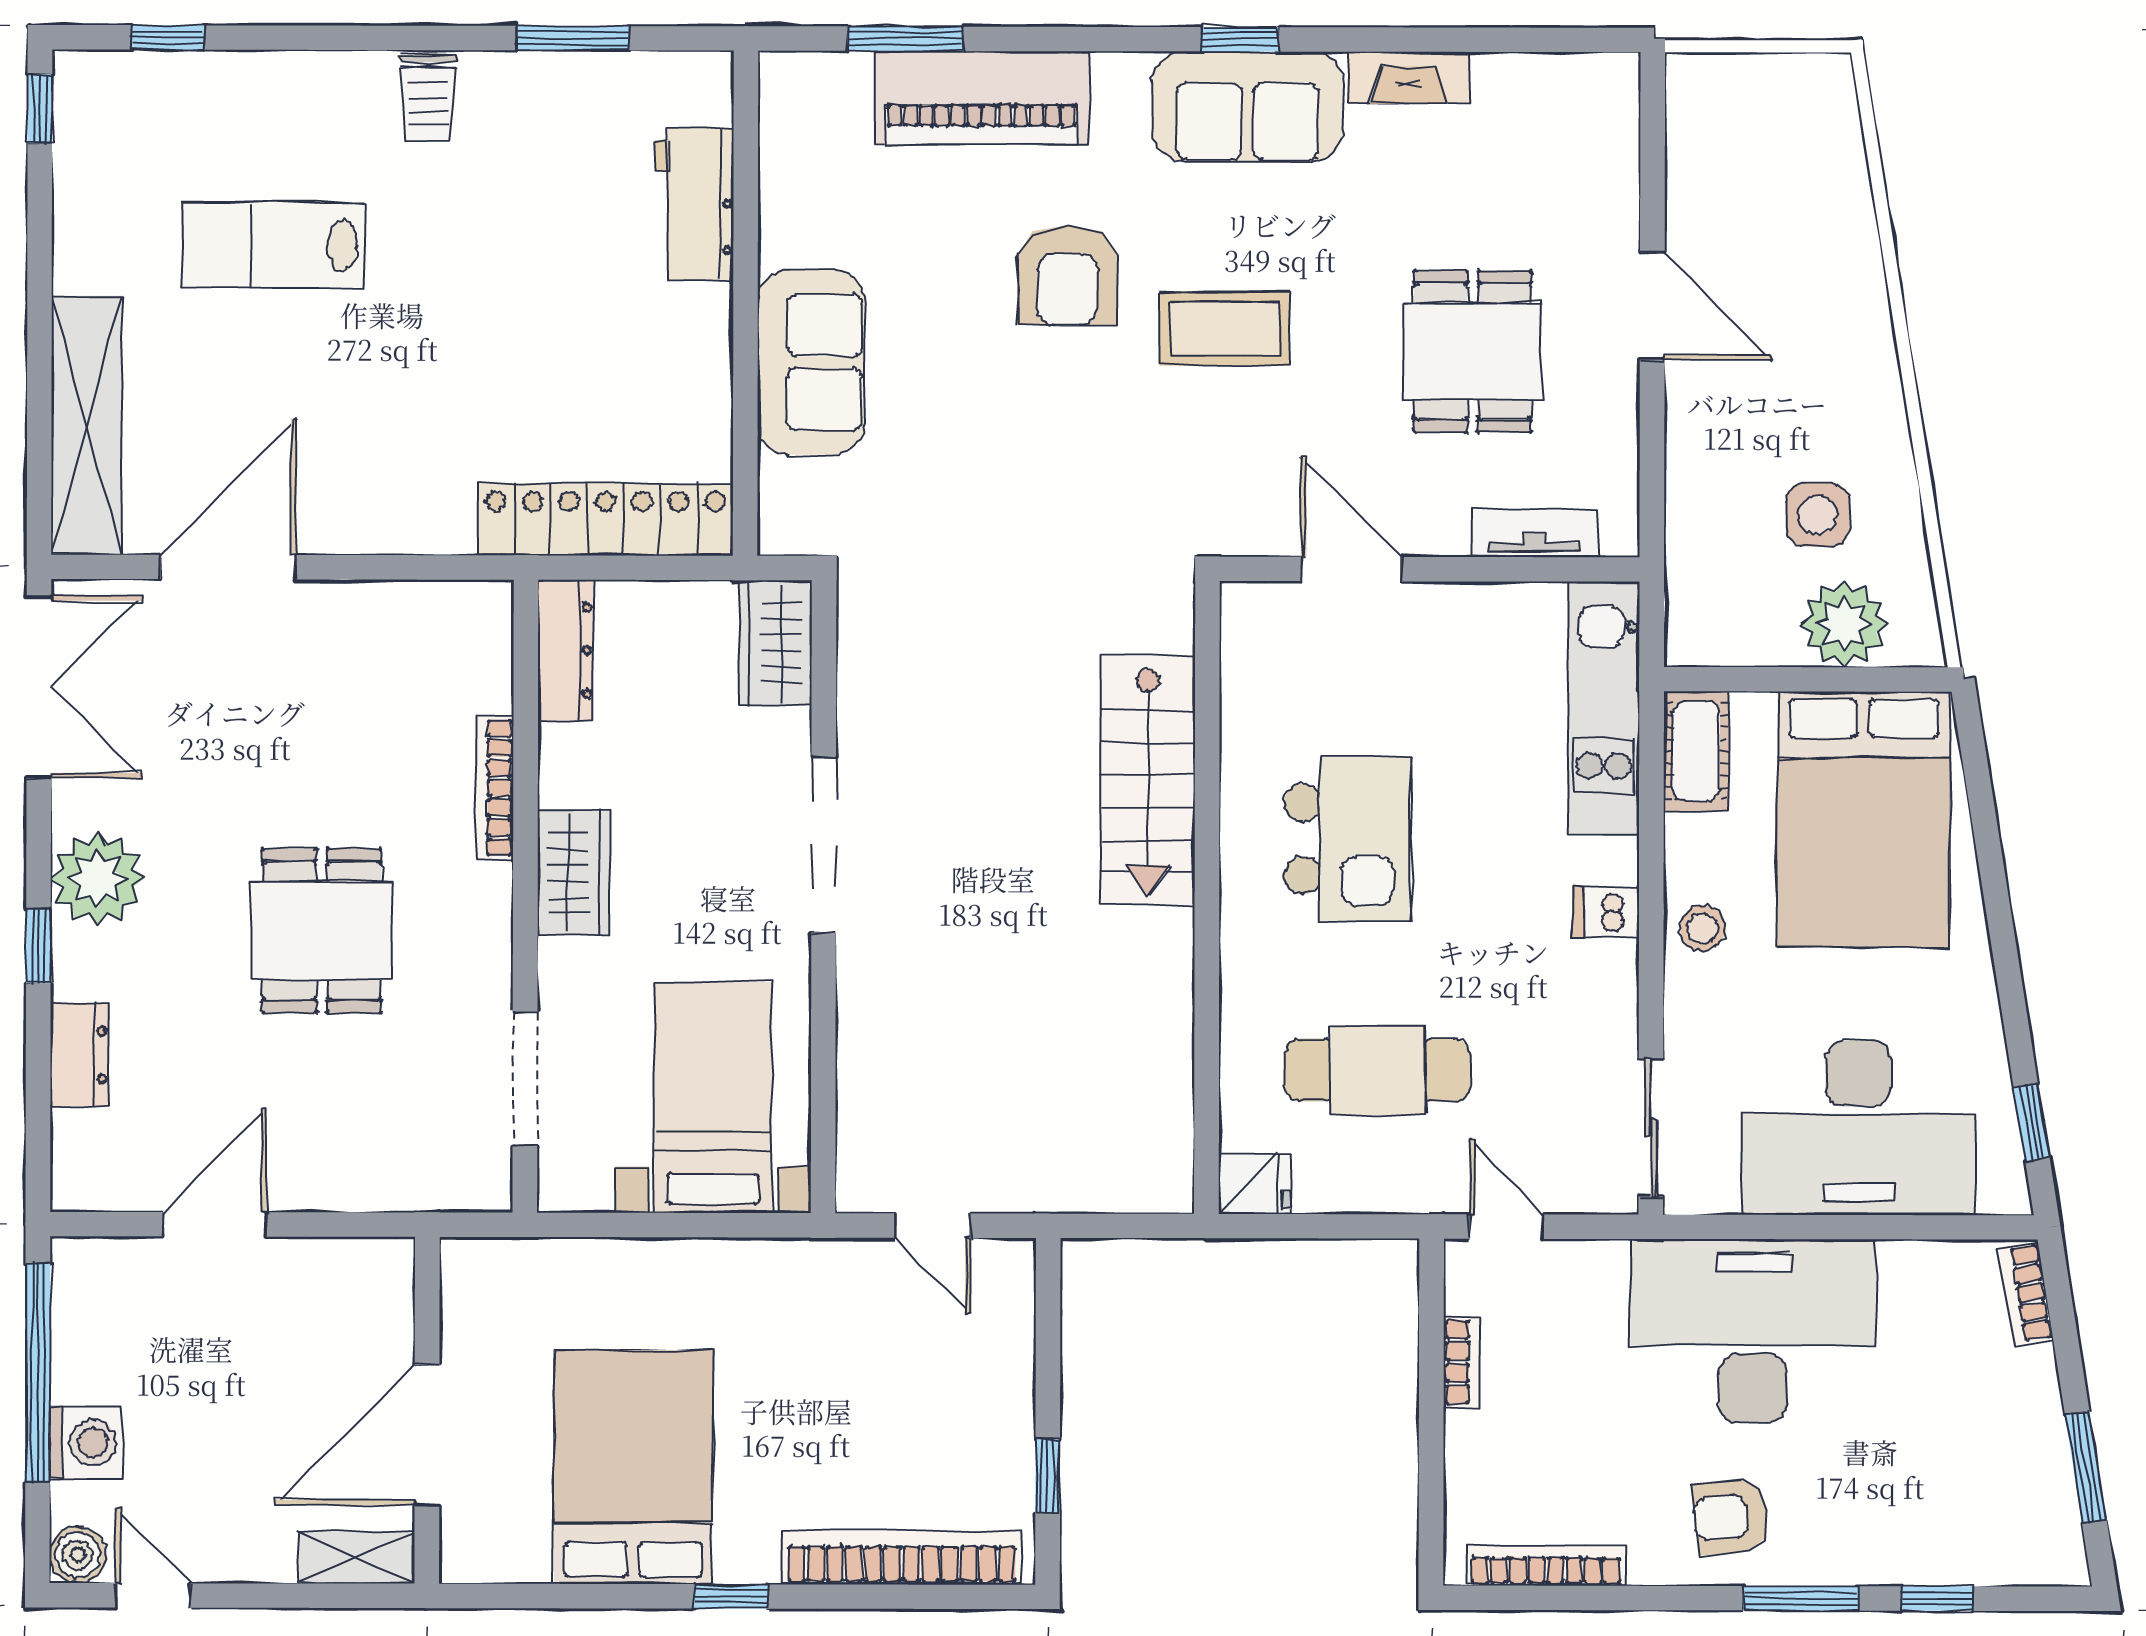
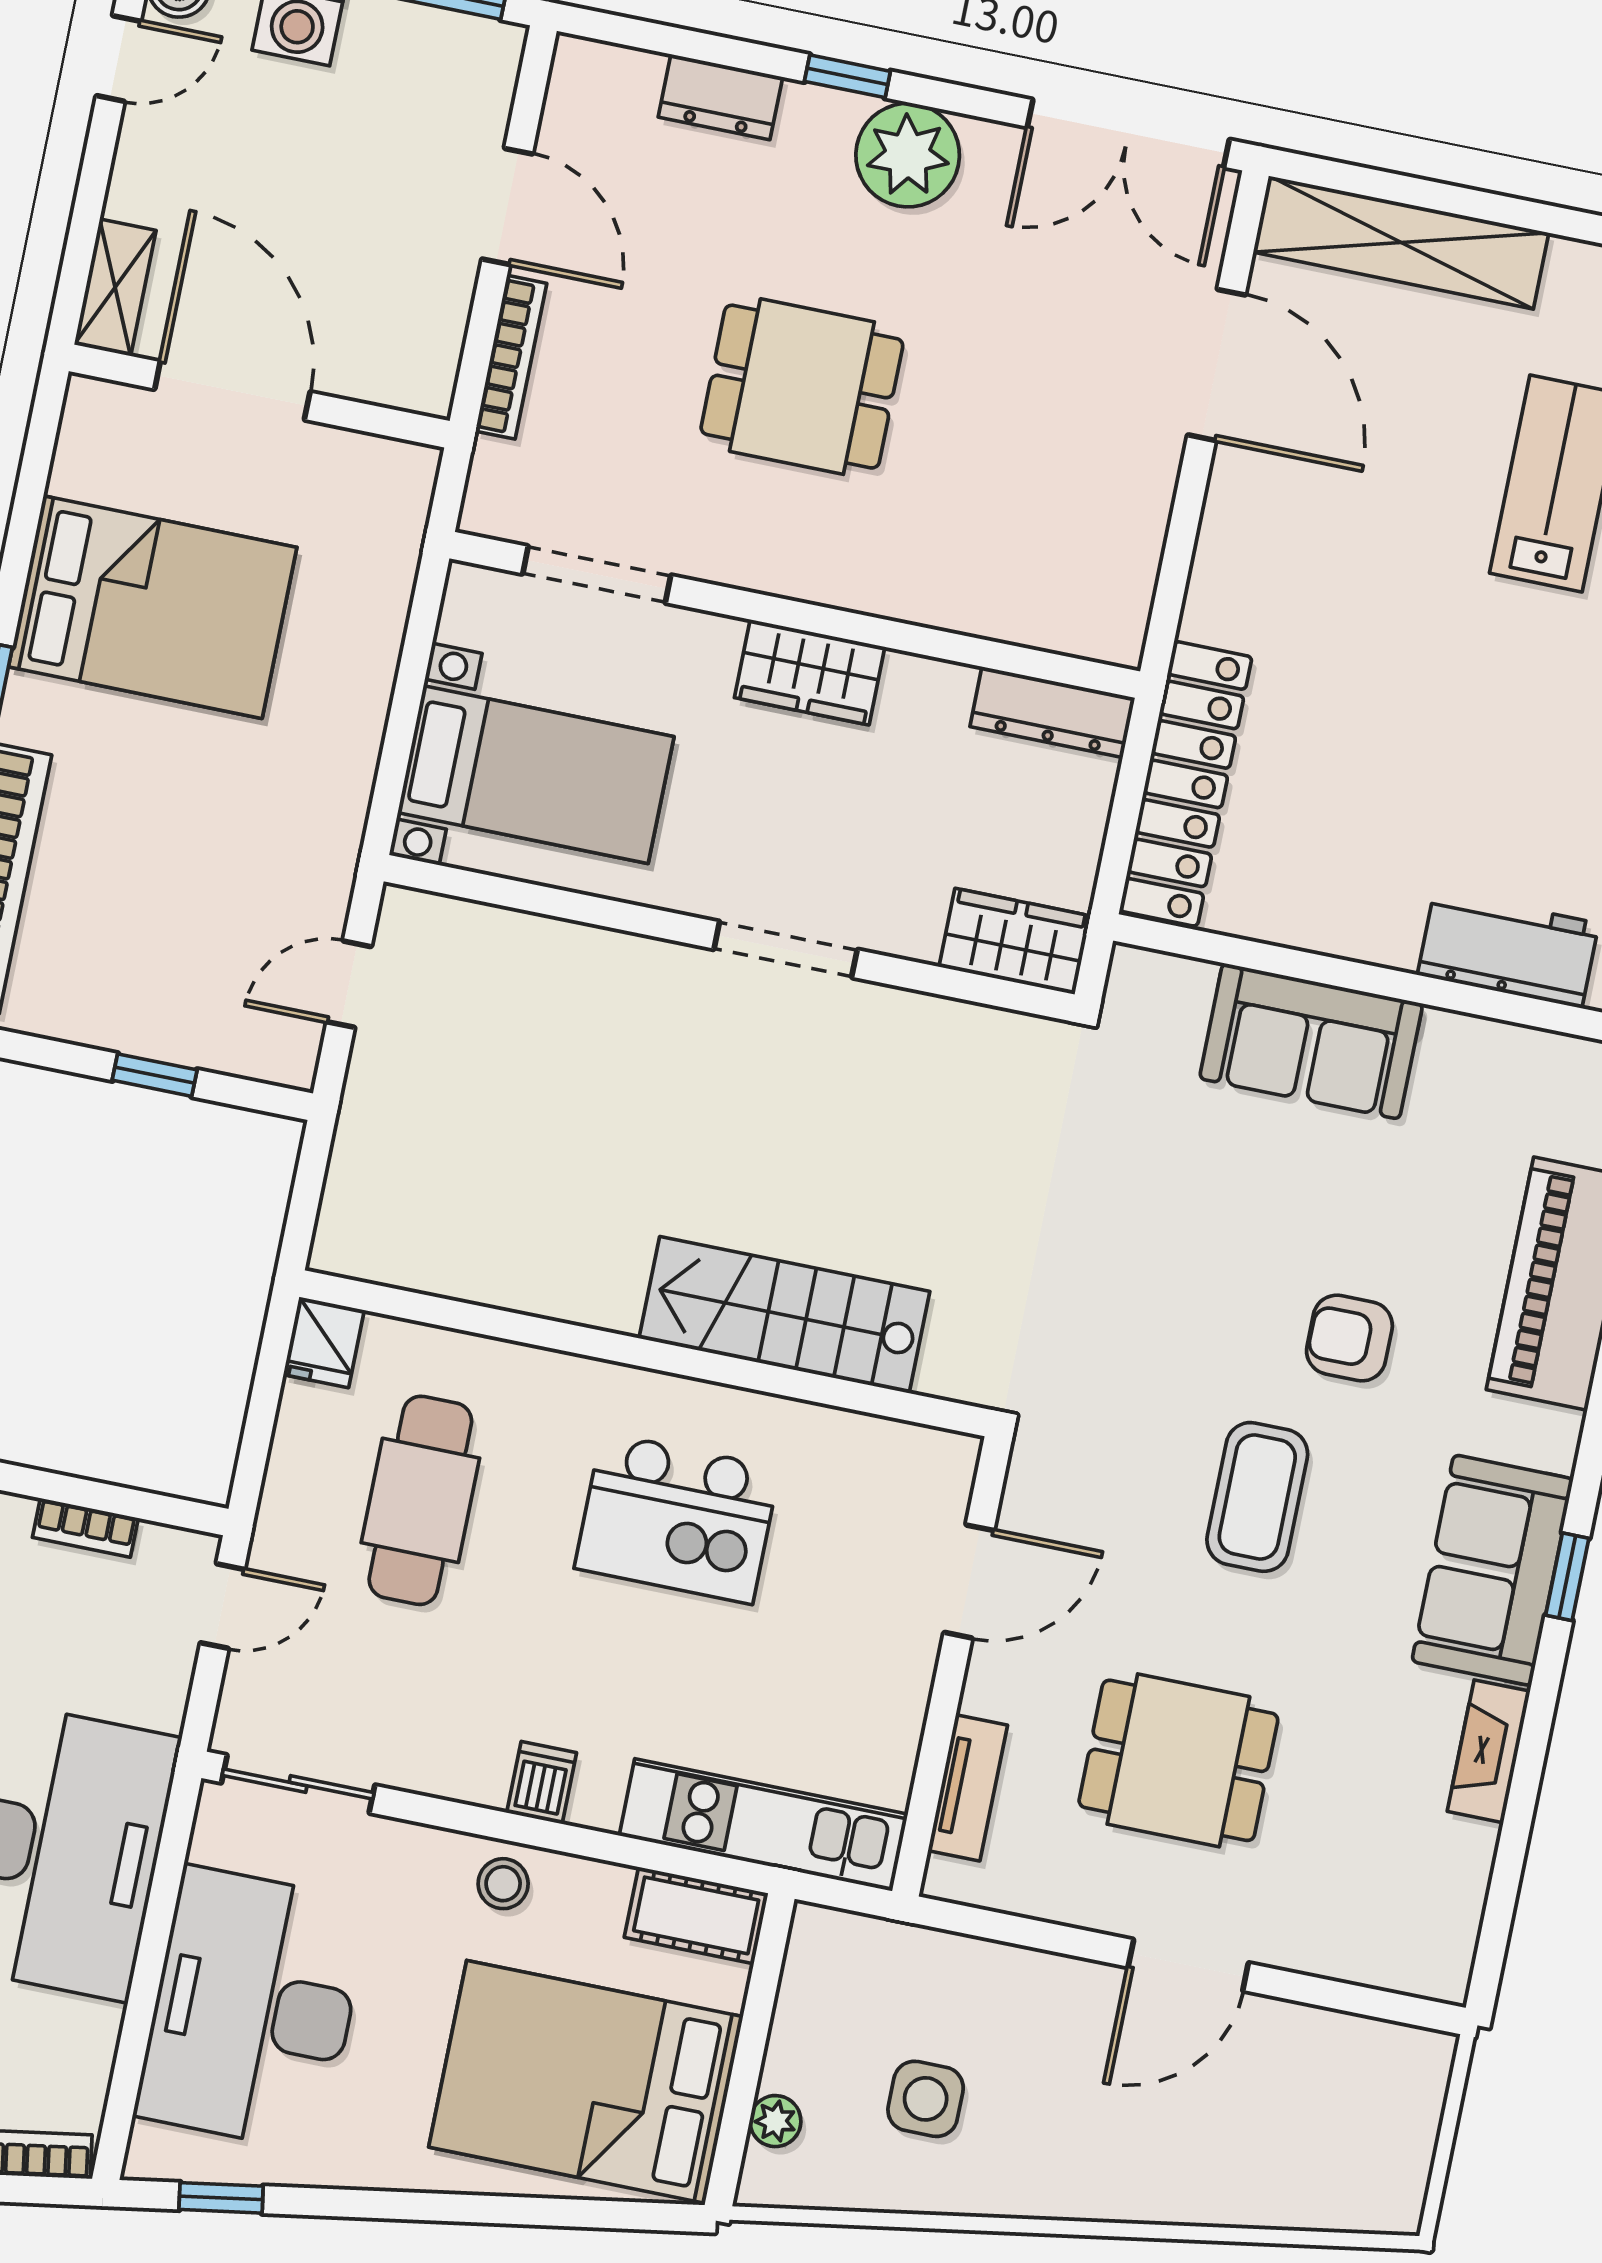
armchair: (1067, 275) -> (1349, 1338), width x0.72, depth x0.72
plant: (1844, 624) -> (775, 2121), width x0.53, depth x0.53
bookcase: (495, 788) -> (511, 357), moved, turned 90
doorway: (824, 845) -> (786, 949), width x0.73
window: (1048, 1476) -> (155, 1075), moved

